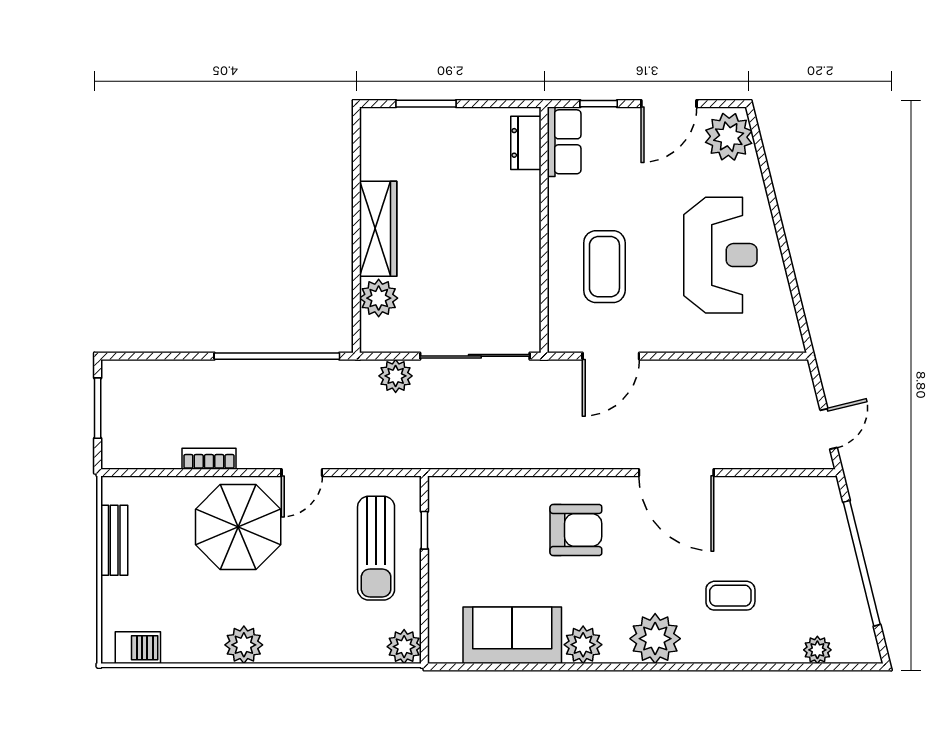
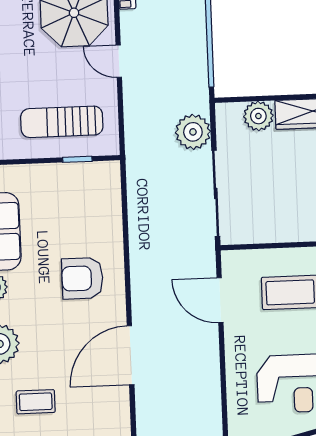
plant: (396, 376) -> (193, 132), width x1.36, depth x1.36
armchair: (576, 530) -> (82, 278), turned 90
coffee table: (730, 596) -> (36, 402), turned 90

